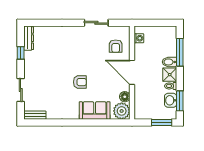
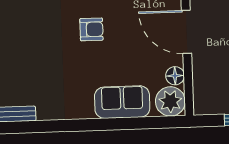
armchair: (80, 82) -> (91, 29), moved

